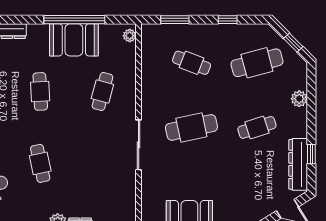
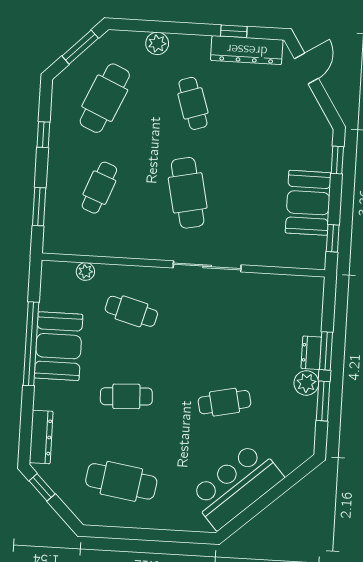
plant: (130, 36) -> (85, 272), moved
window: (293, 43) -> (80, 47), width x1.50
cafe table: (257, 63) -> (105, 98), turned 39

